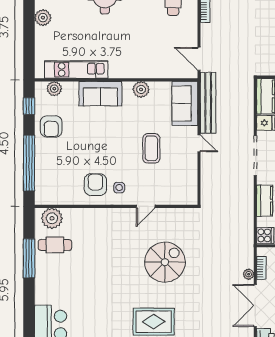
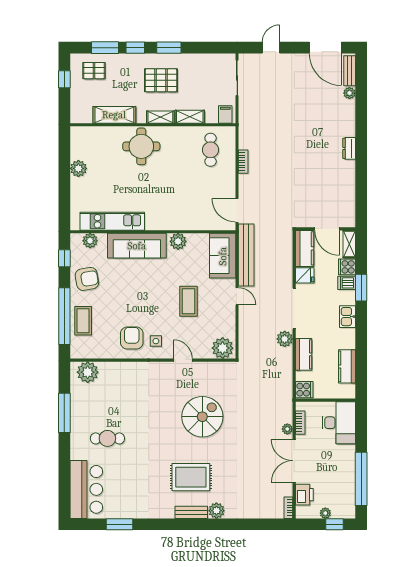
sofa: (100, 94) -> (137, 246), width x1.36
armchair: (51, 126) -> (87, 279), turned -100
coffee table: (47, 168) -> (83, 321), added
plant: (246, 186) -> (285, 339), added
plant: (185, 195) -> (223, 348), added
door: (146, 206) -> (183, 360), swing flipped
cafe table: (55, 245) -> (107, 438), moved

